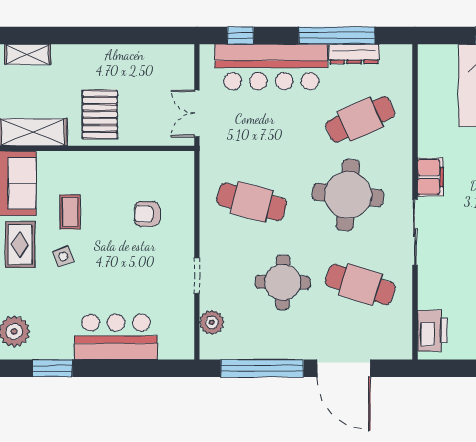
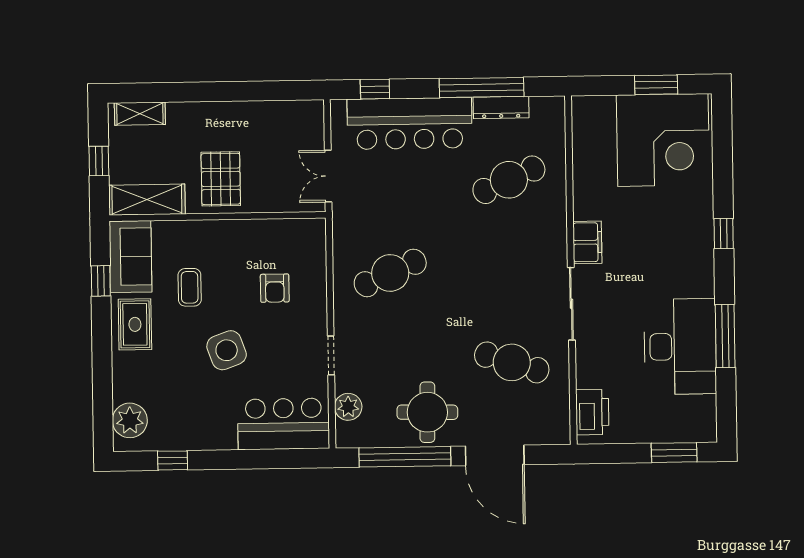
round table: (348, 195) -> (497, 264), removed
cafe table: (252, 202) -> (390, 273), turned -39
armchair: (147, 214) -> (275, 288), turned -90
side table: (63, 256) -> (227, 350), moved, width x1.87, depth x1.87
round table: (283, 282) -> (427, 412), moved
bar counter: (116, 337) -> (284, 424), moved
window: (52, 368) -> (173, 460), width x0.67

